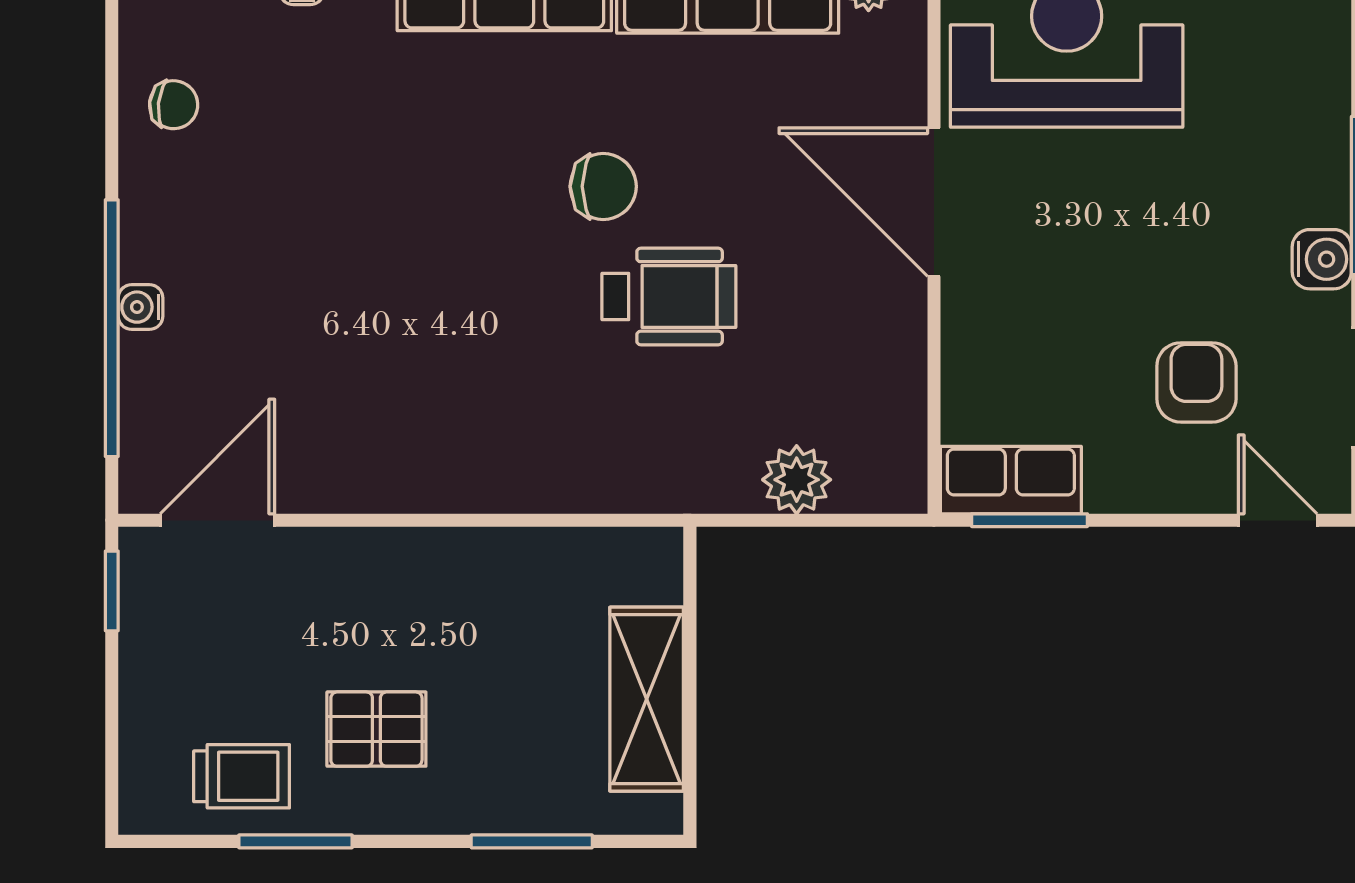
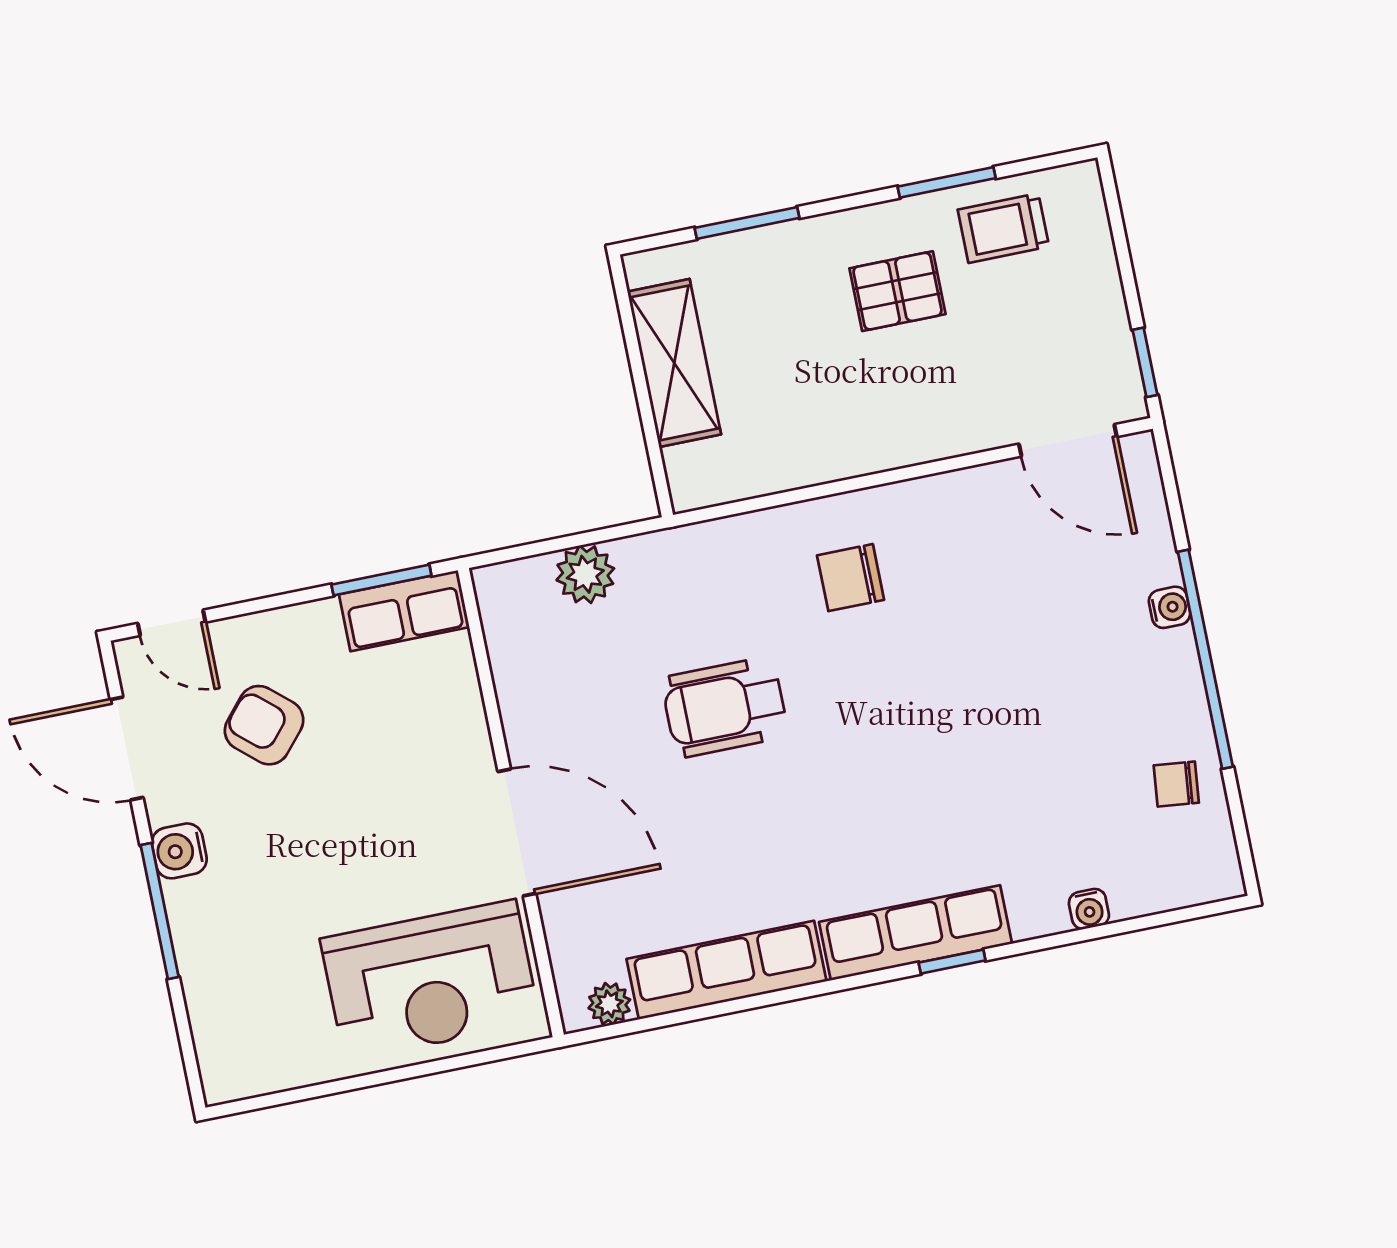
chair: (603, 186) -> (851, 578), moved
window: (112, 328) -> (1205, 659), moved
armchair: (1196, 382) -> (264, 725), turned 131
door: (217, 520) -> (1068, 440), hinge flipped

